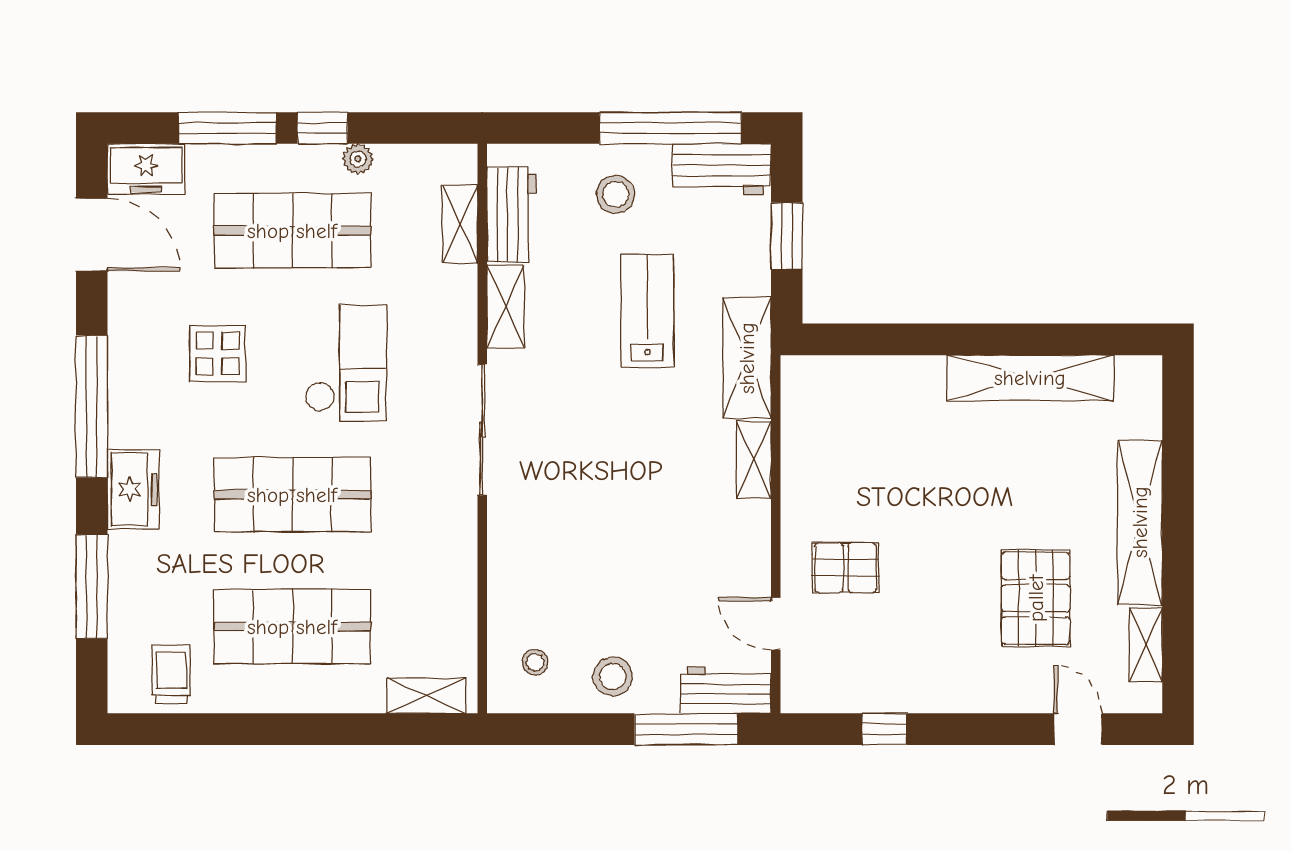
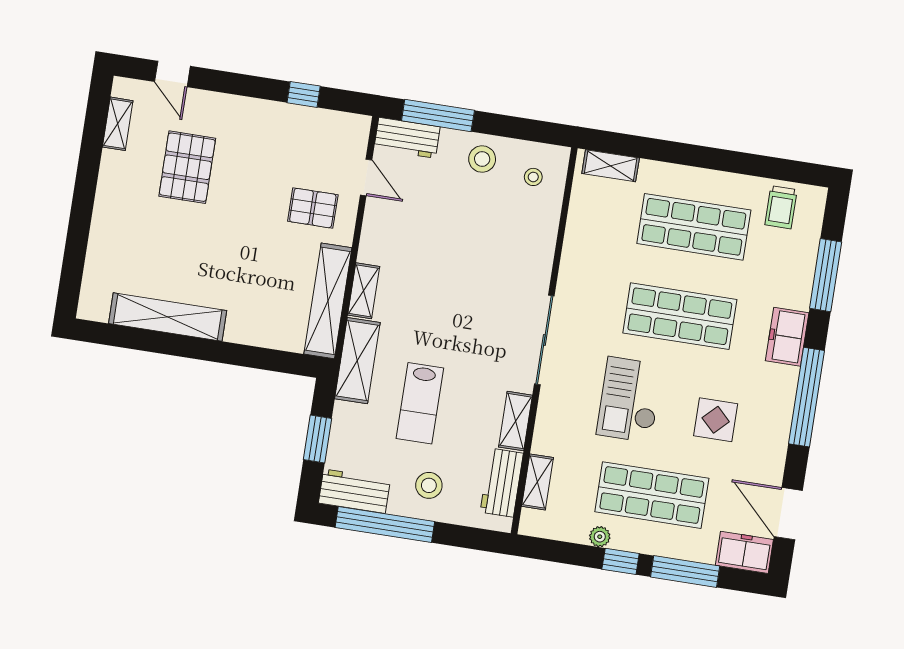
shelving: (1140, 522) -> (328, 301), moved

